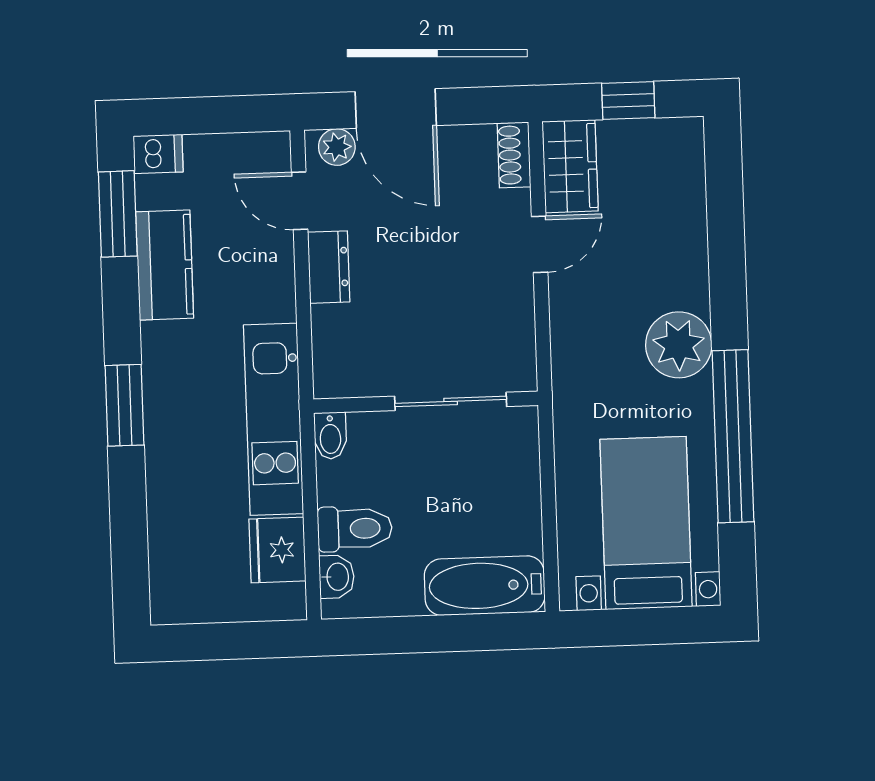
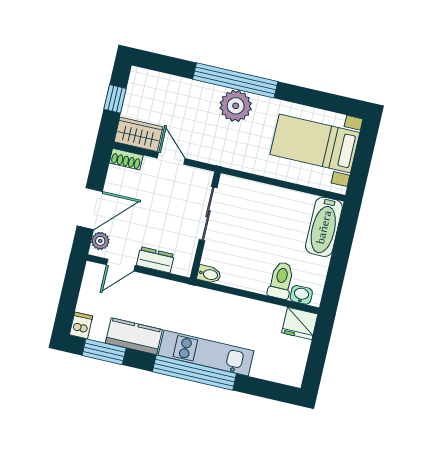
sliding door: (451, 401) -> (208, 214), moved
wall: (426, 402) -> (205, 225), moved
window: (124, 405) -> (194, 373), width x2.11
kitchen unit: (274, 419) -> (206, 353), moved, turned 180
bidet: (330, 436) -> (209, 274), moved
window: (733, 436) -> (235, 80), moved
fridge: (277, 550) -> (300, 323), moved

